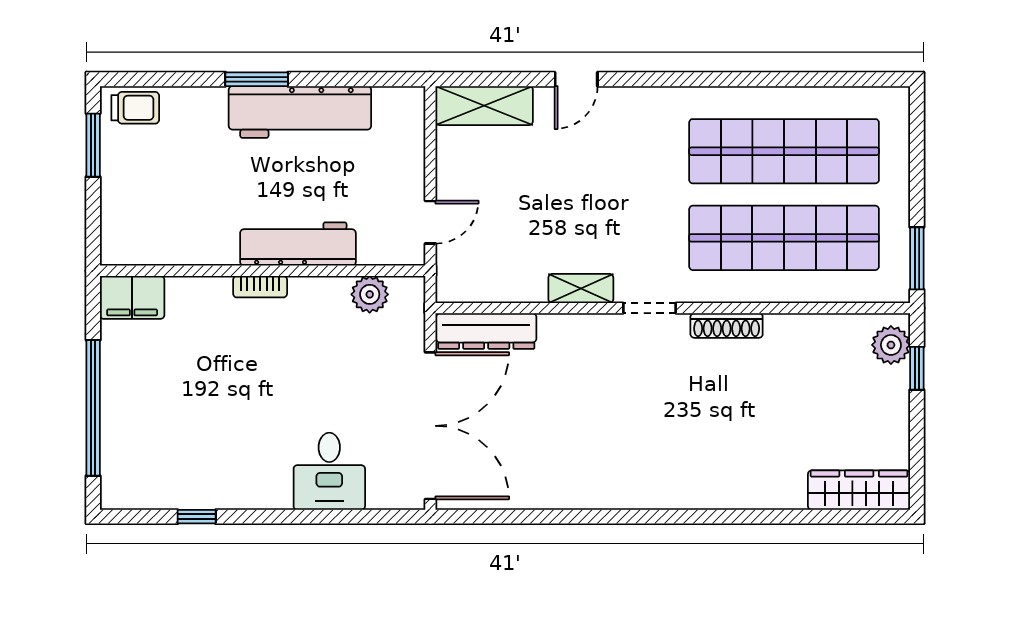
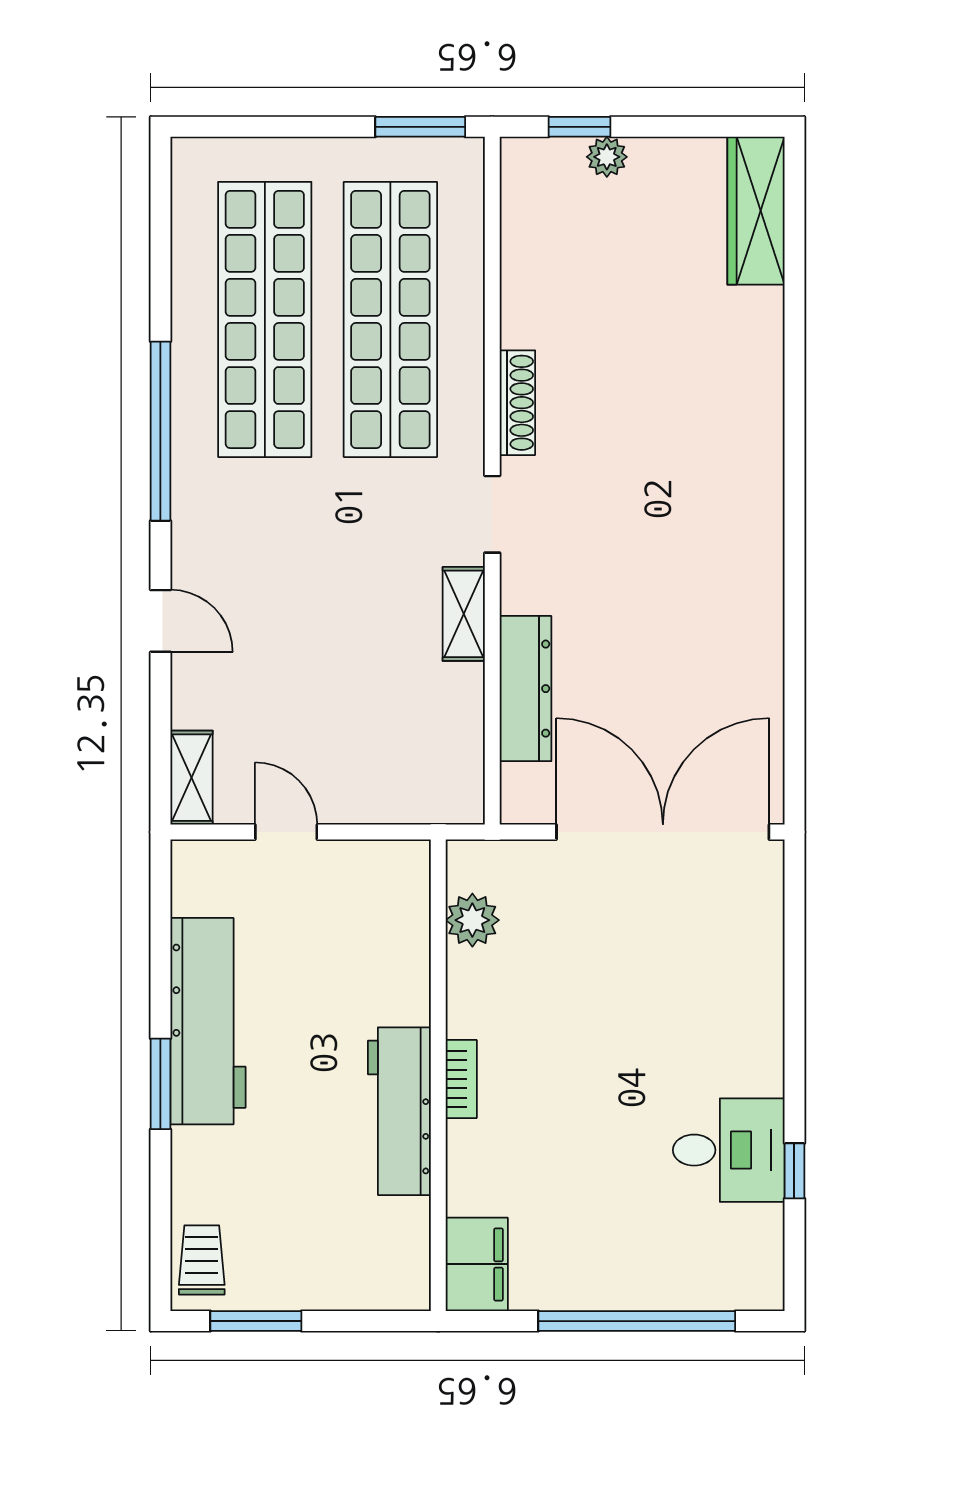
window: (707, 79) -> (160, 431), added
shelving: (484, 106) -> (191, 778), width x0.67, depth x0.75
door: (430, 222) -> (286, 832), moved
workbench: (298, 244) -> (399, 1111), moved
dresser: (486, 331) -> (525, 689), moved
plant: (891, 345) -> (607, 157), moved, width x0.73, depth x0.73
desk: (329, 471) -> (729, 1150), moved

